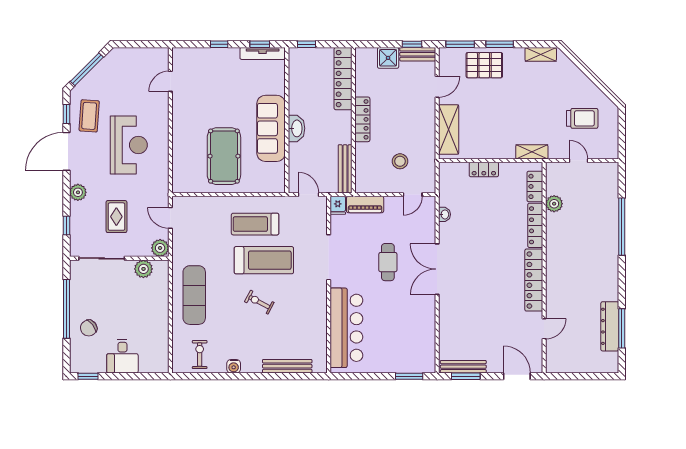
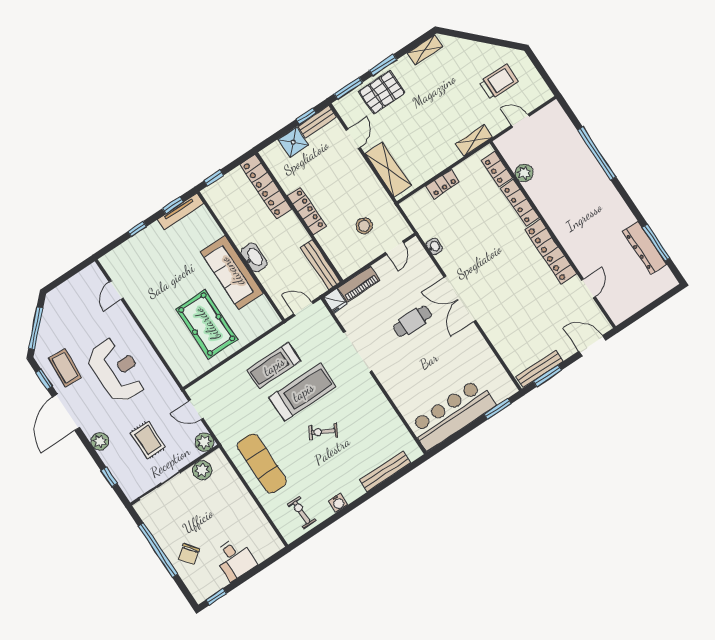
cafe table: (388, 262) -> (412, 321), turned 90
bar counter: (346, 328) -> (452, 415), moved, turned -90

